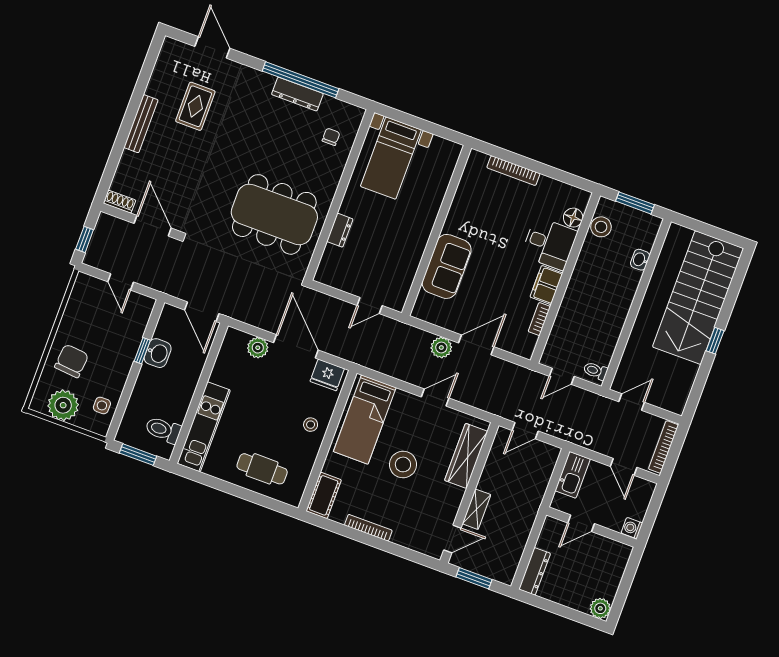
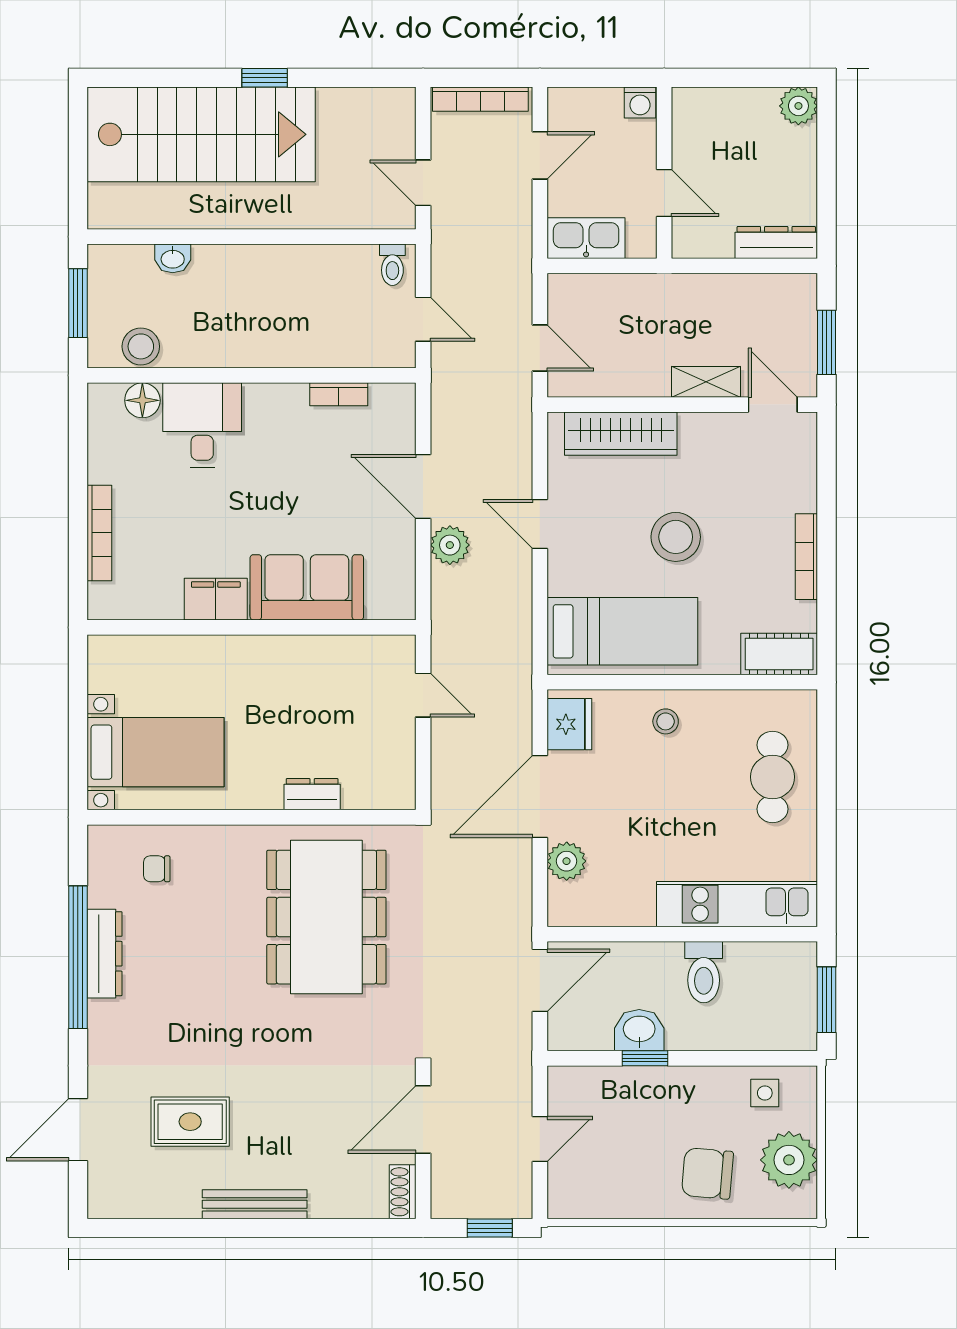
filing cabinet: (546, 285) -> (216, 599), moved, turned 180
toilet: (163, 430) -> (704, 972), moved

